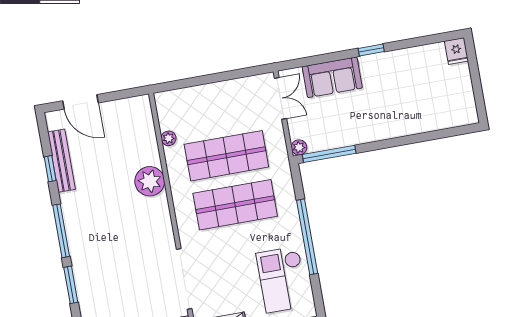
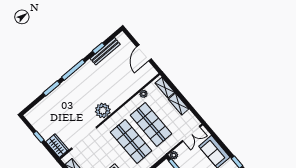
shelving: (219, 90) -> (179, 104), added
shelving: (179, 97) -> (165, 88), added
door: (80, 102) -> (144, 53), moved
plant: (150, 181) -> (103, 111), moved

